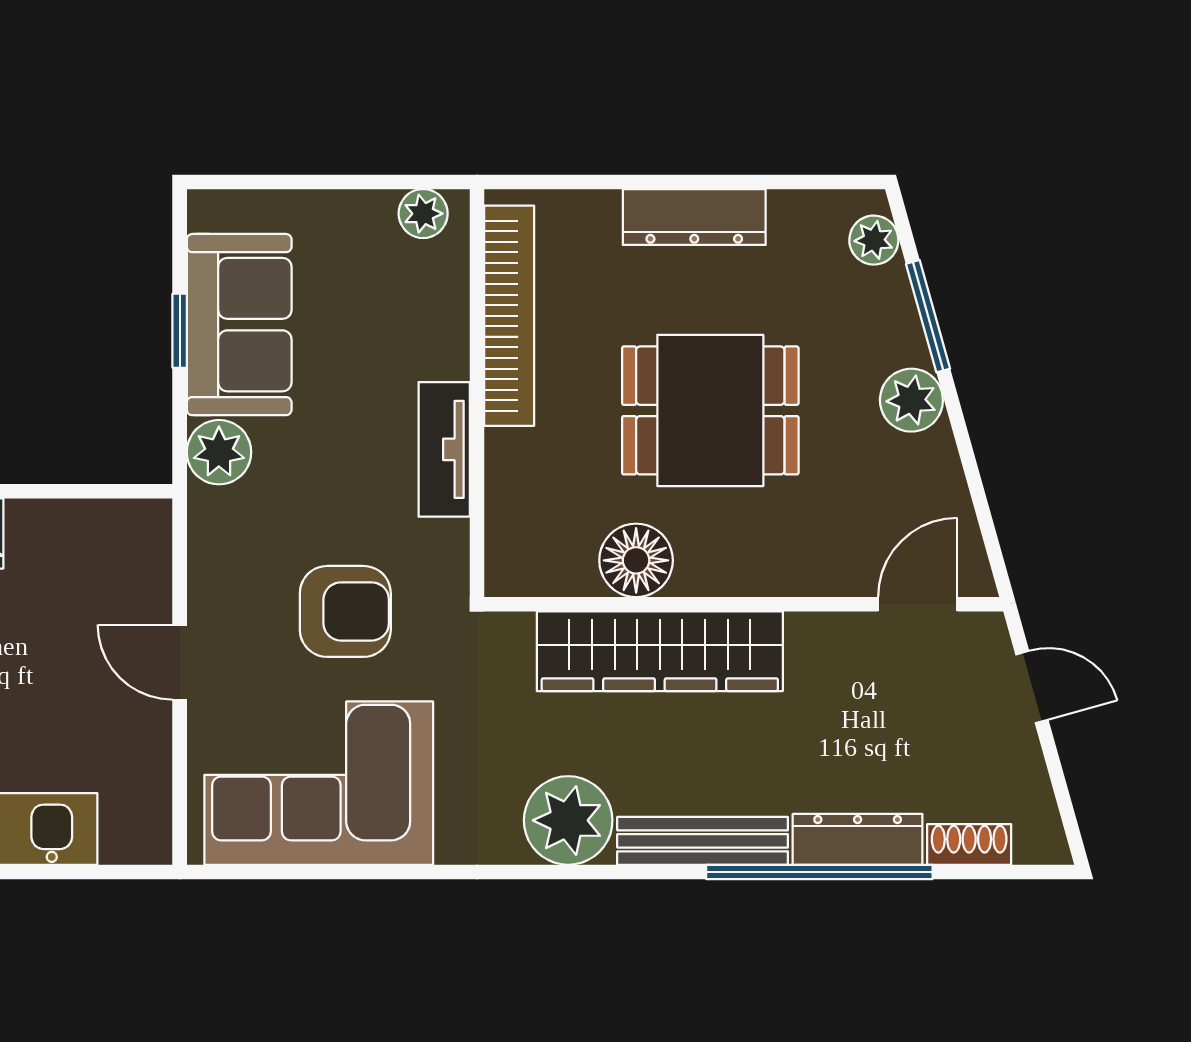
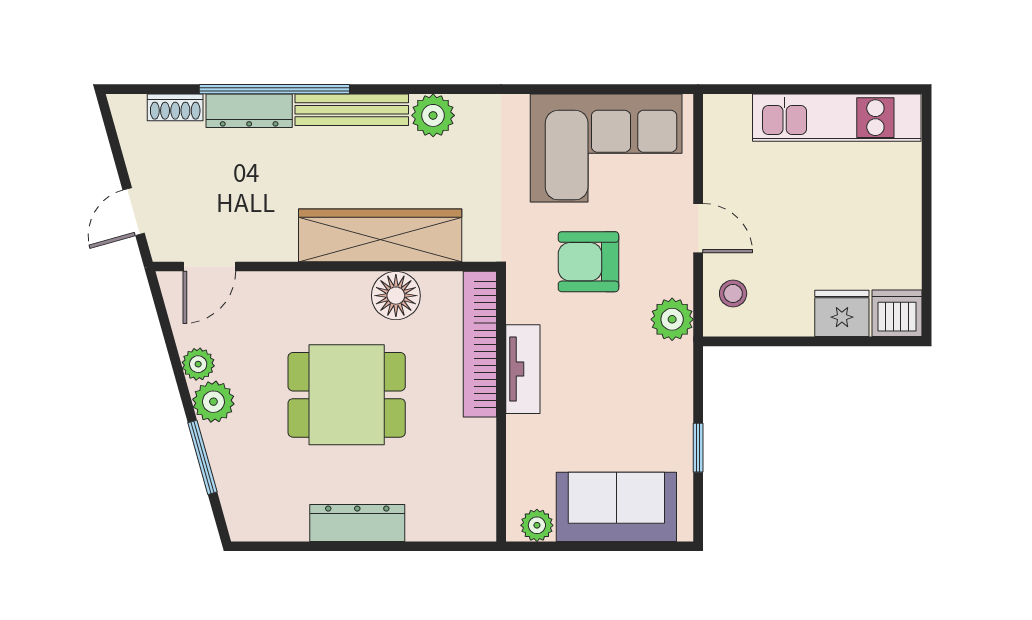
plant: (874, 240) -> (198, 364), moved
bookcase: (509, 316) -> (480, 344), moved
sofa: (239, 325) -> (616, 507), moved, turned 90
plant: (219, 452) -> (672, 319), moved
stool: (127, 563) -> (733, 293), added
door: (1032, 687) -> (134, 212), hinge flipped
plant: (568, 820) -> (433, 115), width x0.73, depth x0.73

